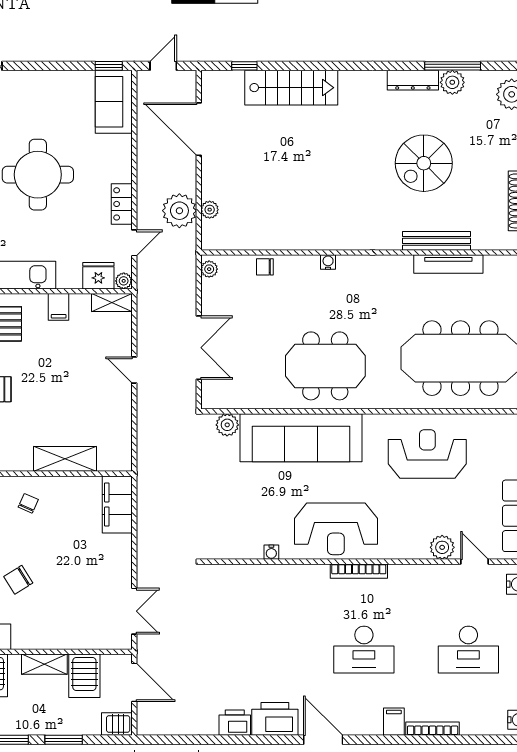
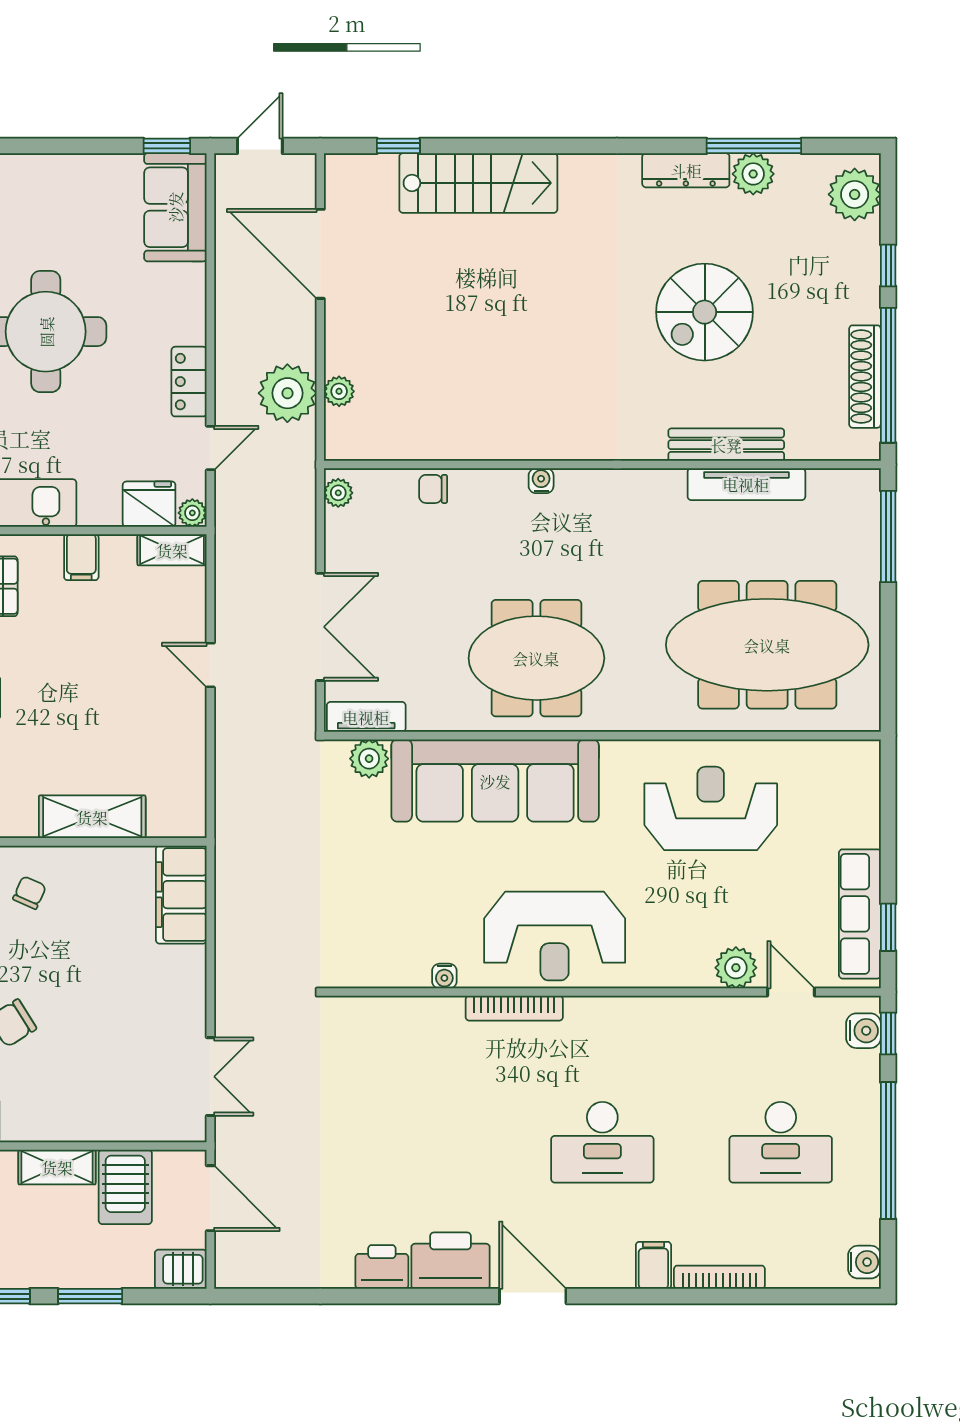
tv unit: (226, 400) -> (366, 717), added
bookcase: (359, 571) -> (514, 1008), moved

